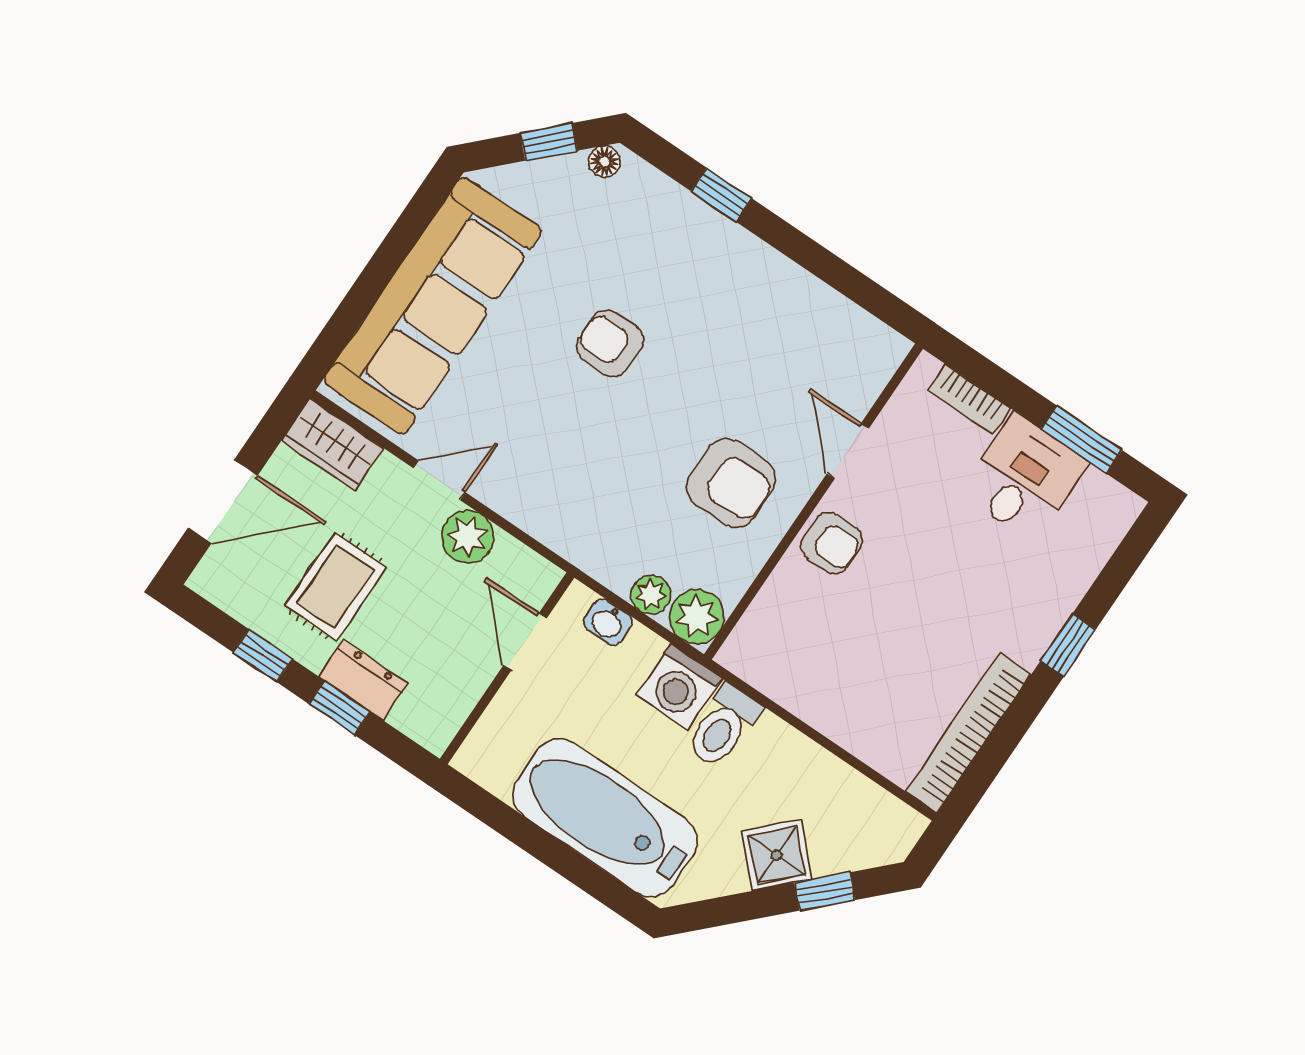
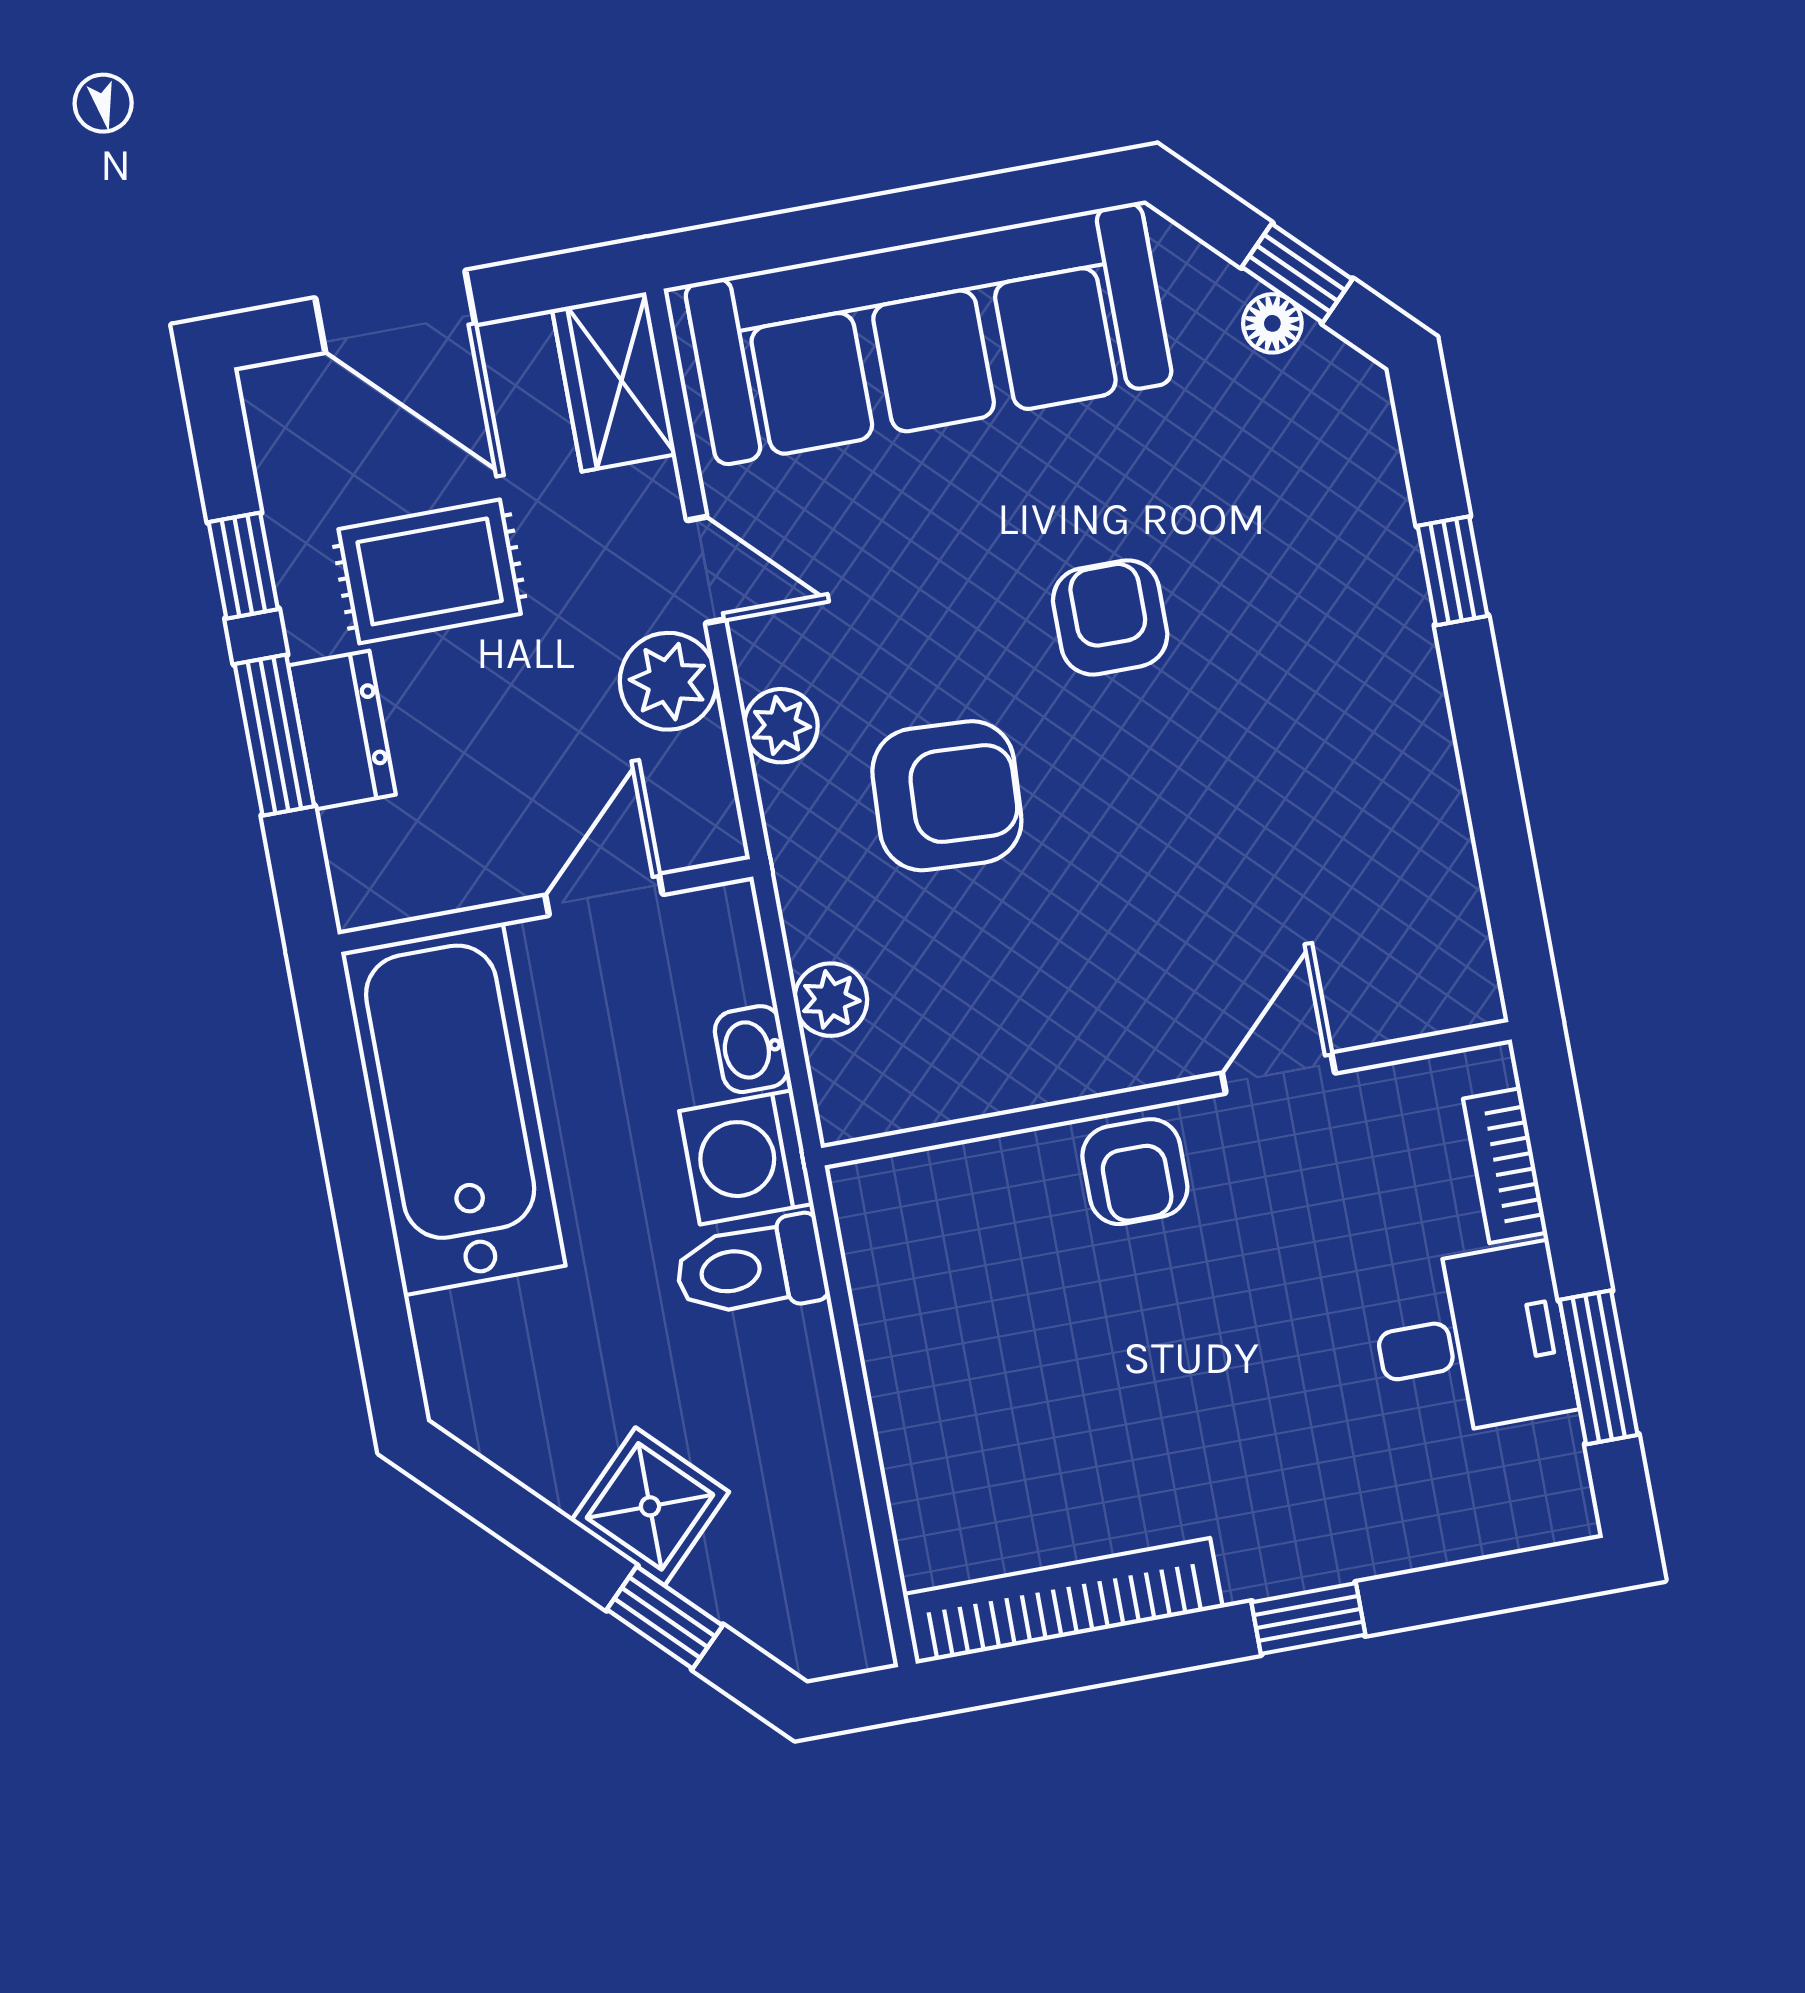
floor lamp: (604, 162) -> (1272, 323), moved
armchair: (731, 483) -> (947, 796), moved, turned -87
plant: (697, 617) -> (781, 726), moved, width x0.73, depth x0.73
washbasin: (608, 622) -> (751, 1049), moved
window: (339, 708) -> (274, 735), width x1.50
bathtub: (605, 818) -> (453, 1109), moved

